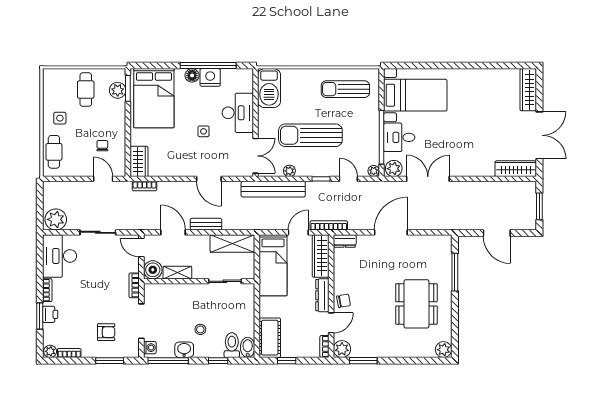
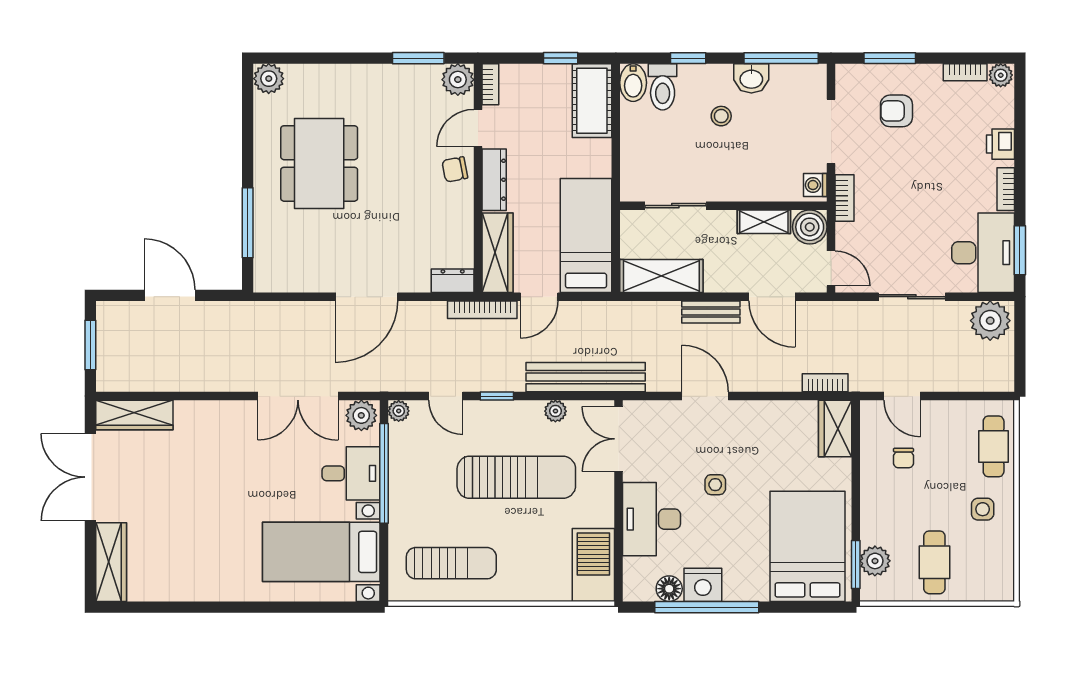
floor lamp: (192, 75) -> (669, 589), moved
window: (40, 316) -> (1020, 250), moved
washing machine: (150, 348) -> (815, 185), moved

